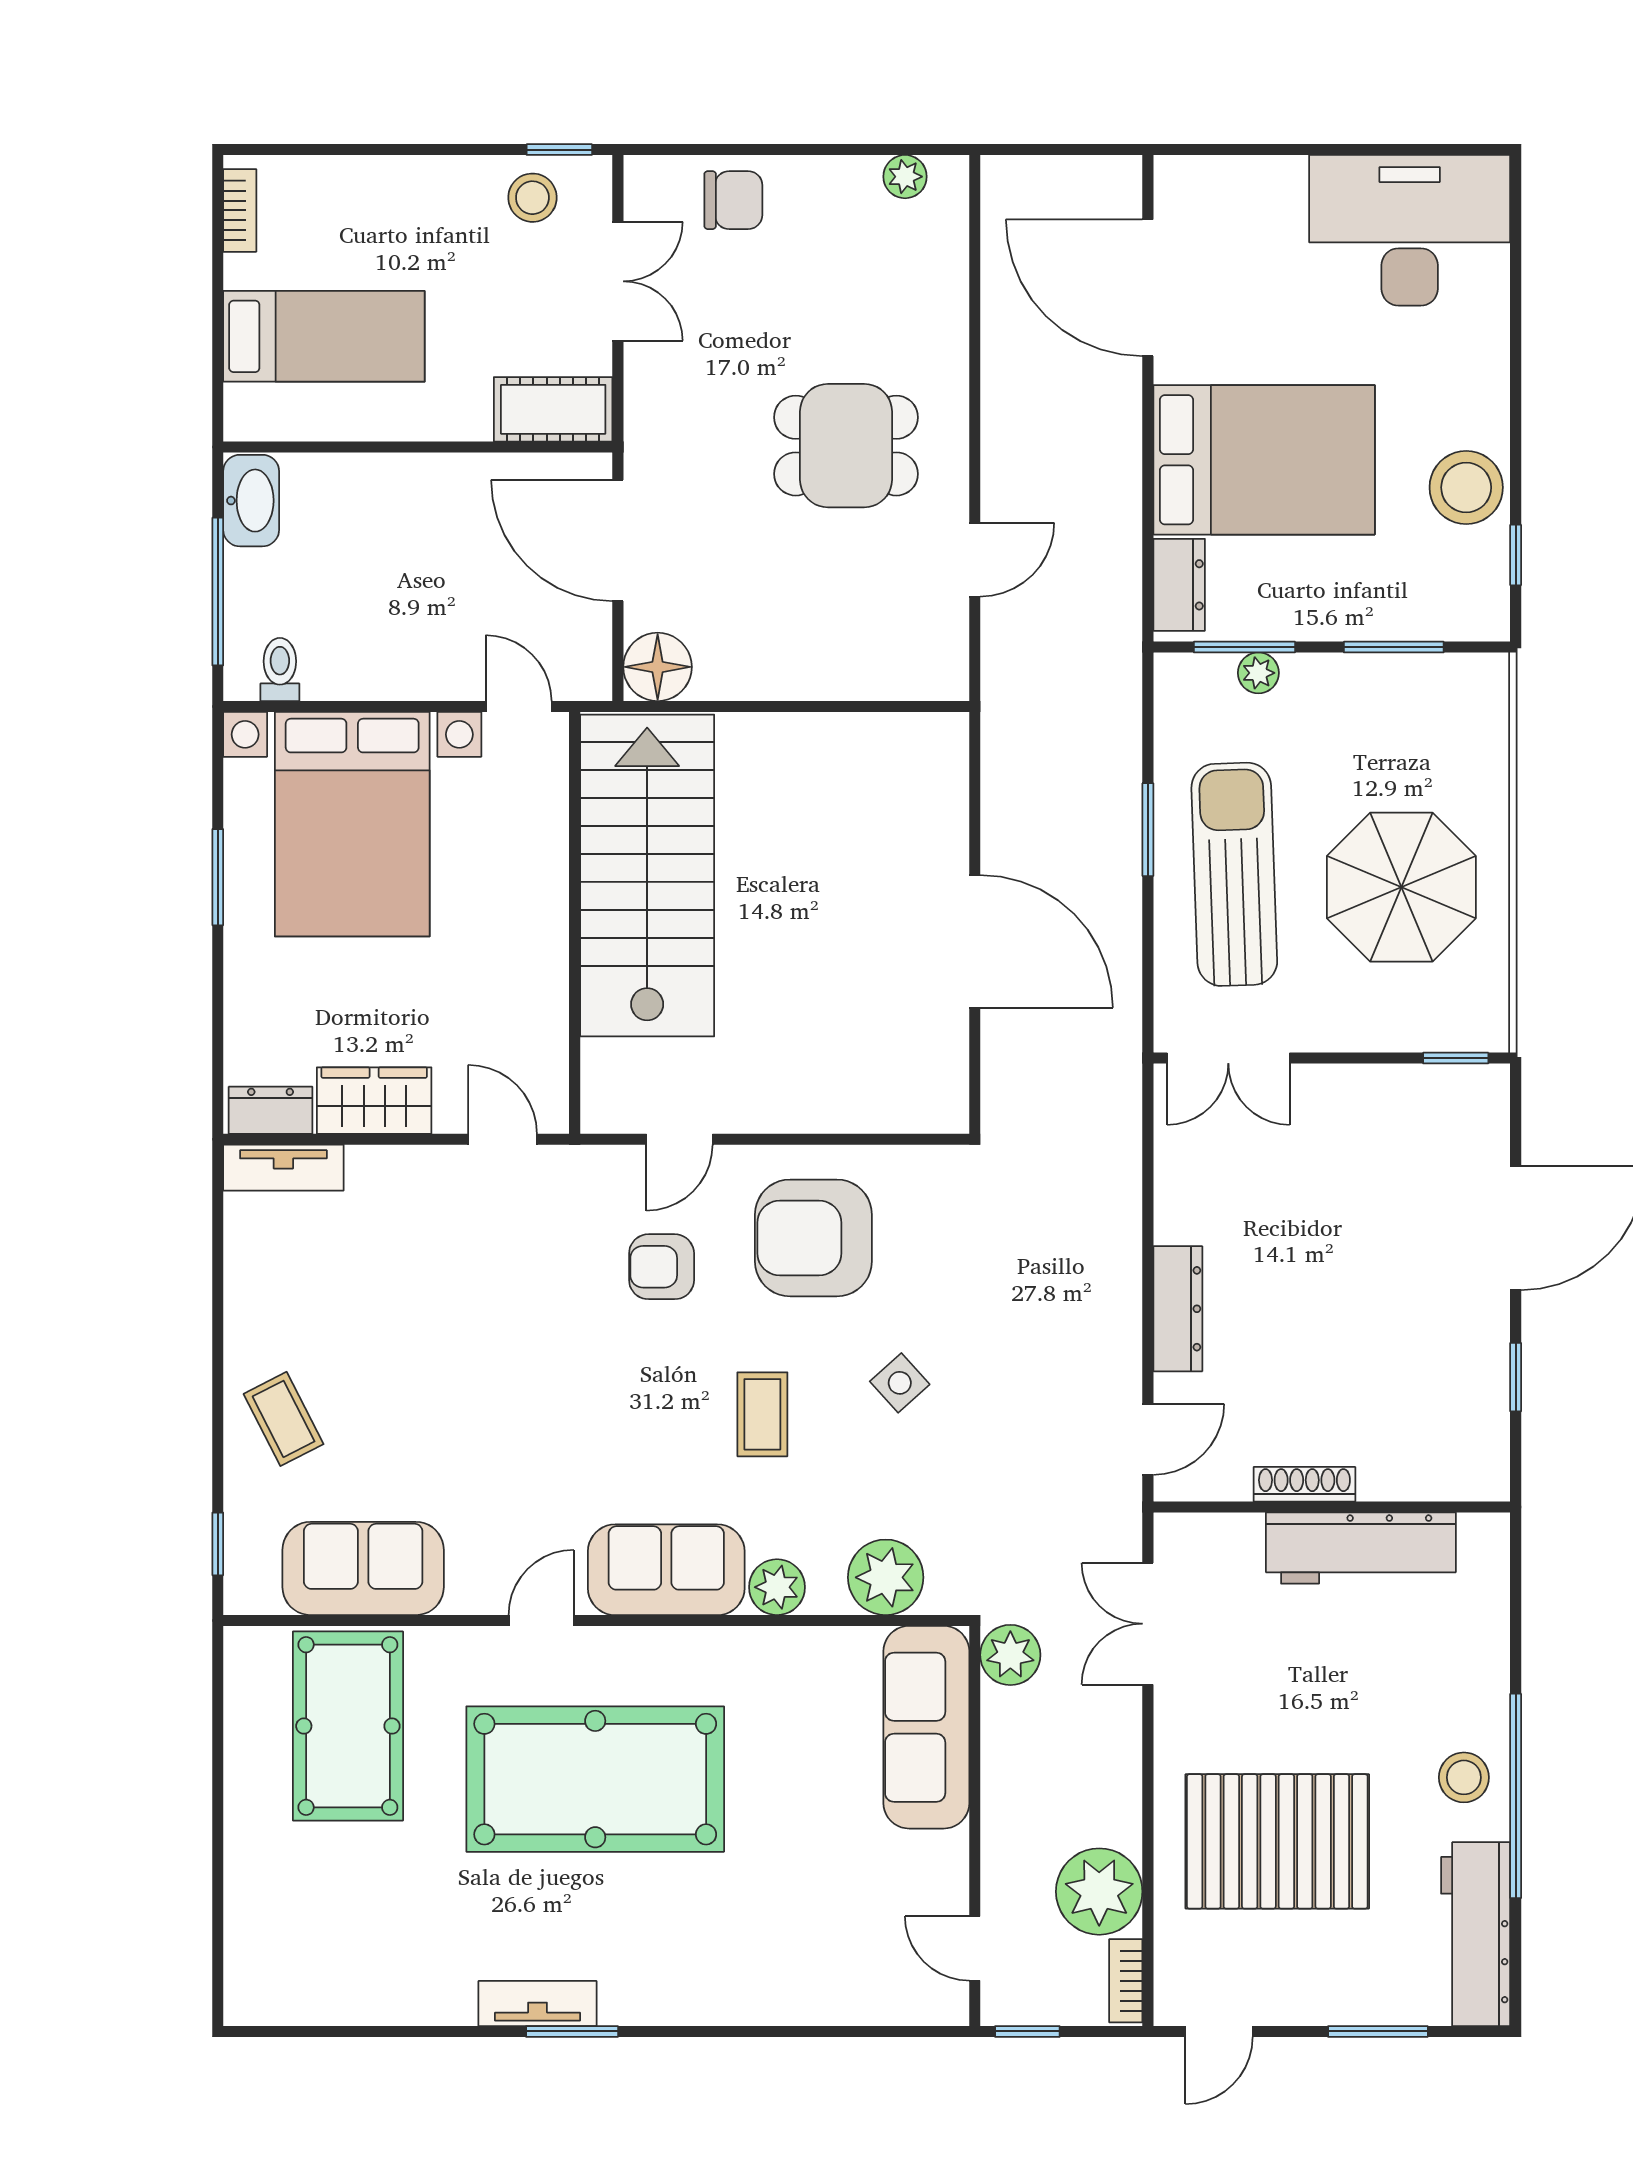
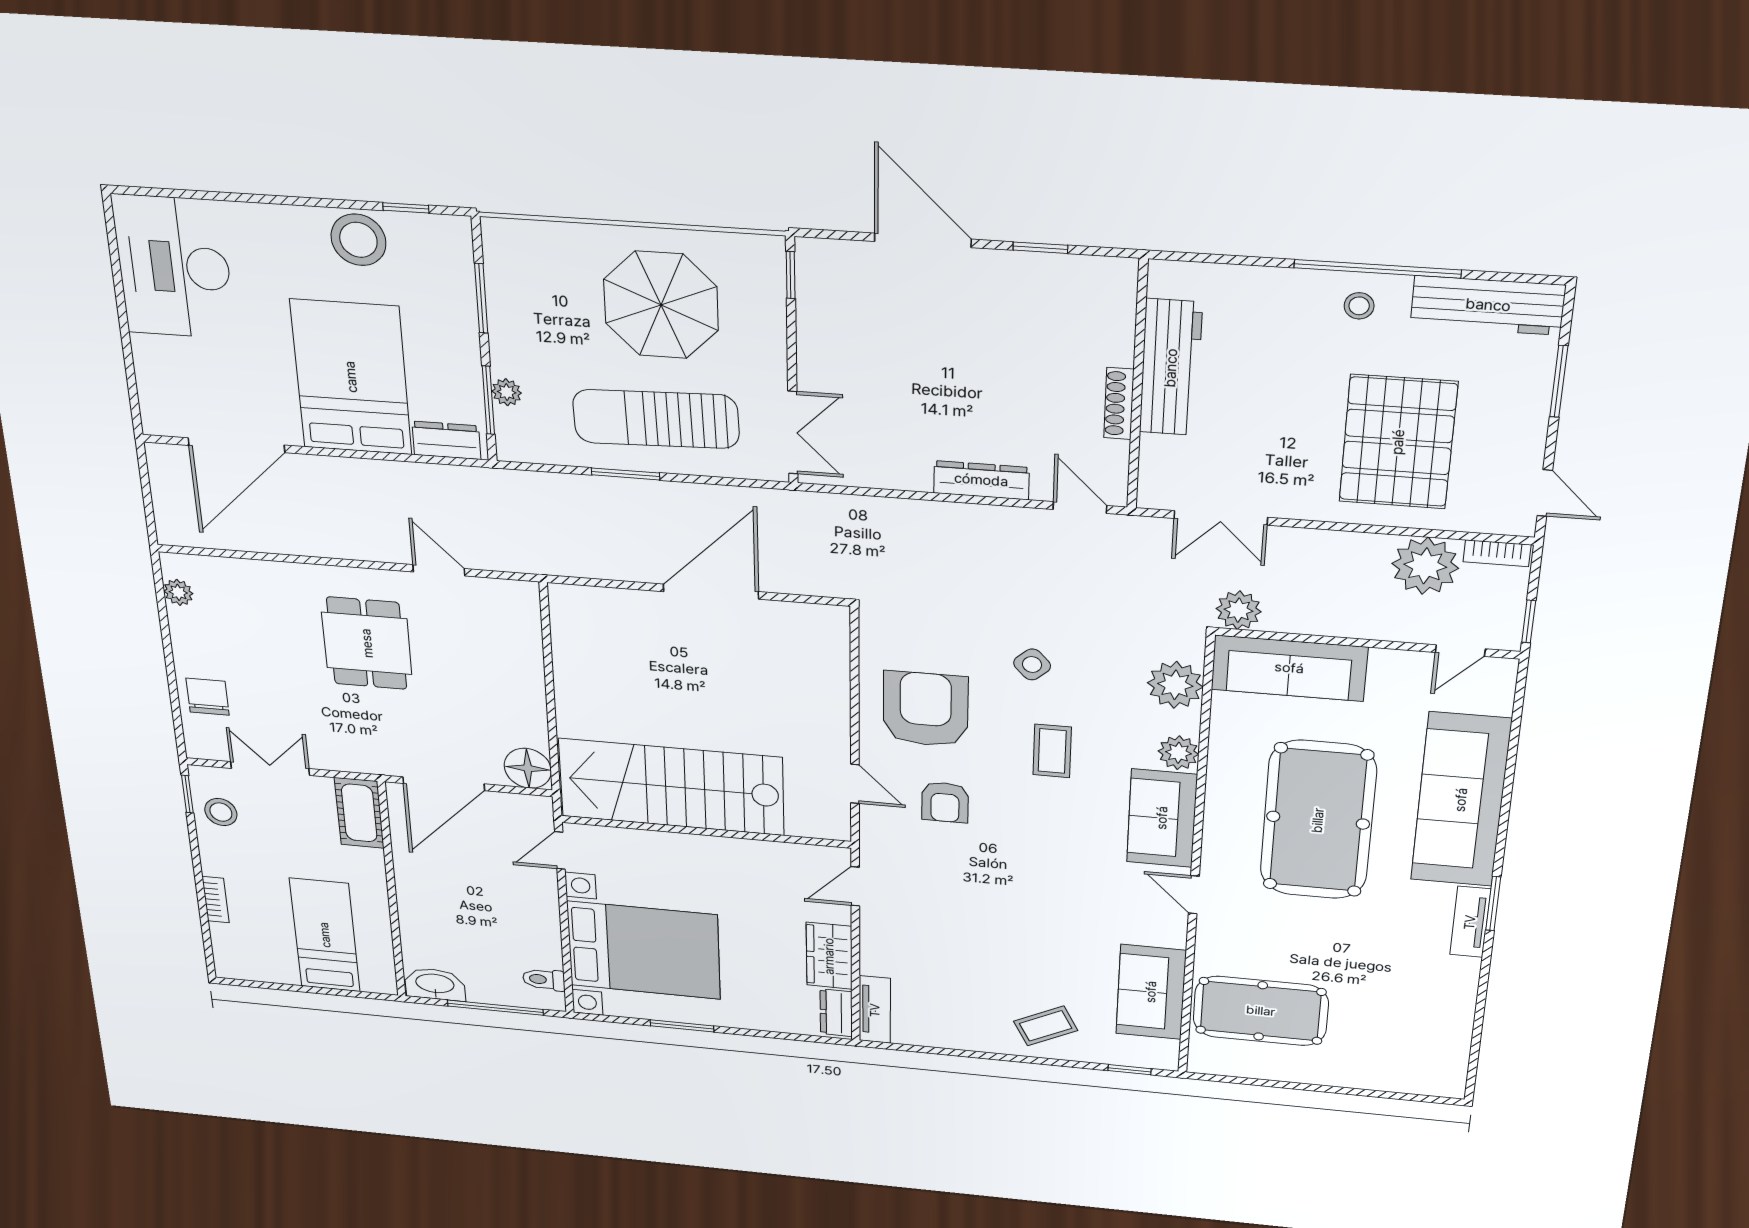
bookcase: (240, 210) -> (216, 900), moved, turned 90
armchair: (813, 1238) -> (926, 709), turned 180
coffee table: (762, 1414) -> (1052, 751), turned 90
stool: (1464, 1777) -> (1359, 306), width x0.73, depth x0.73
pool table: (595, 1779) -> (1318, 820), moved
sofa: (739, 1971) -> (1461, 800), added

